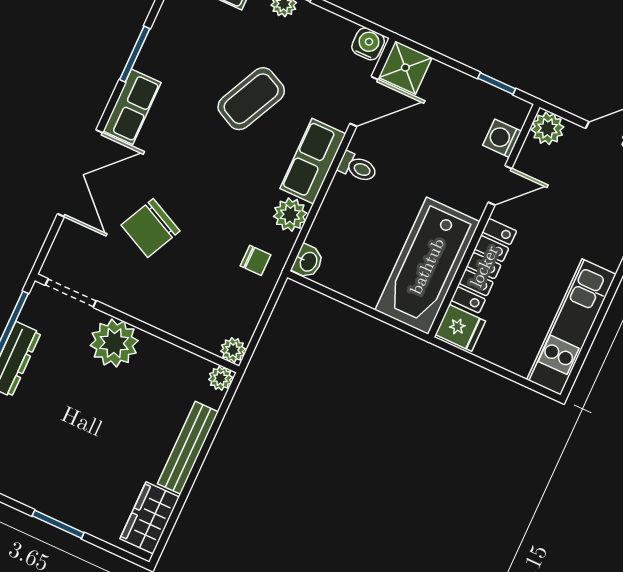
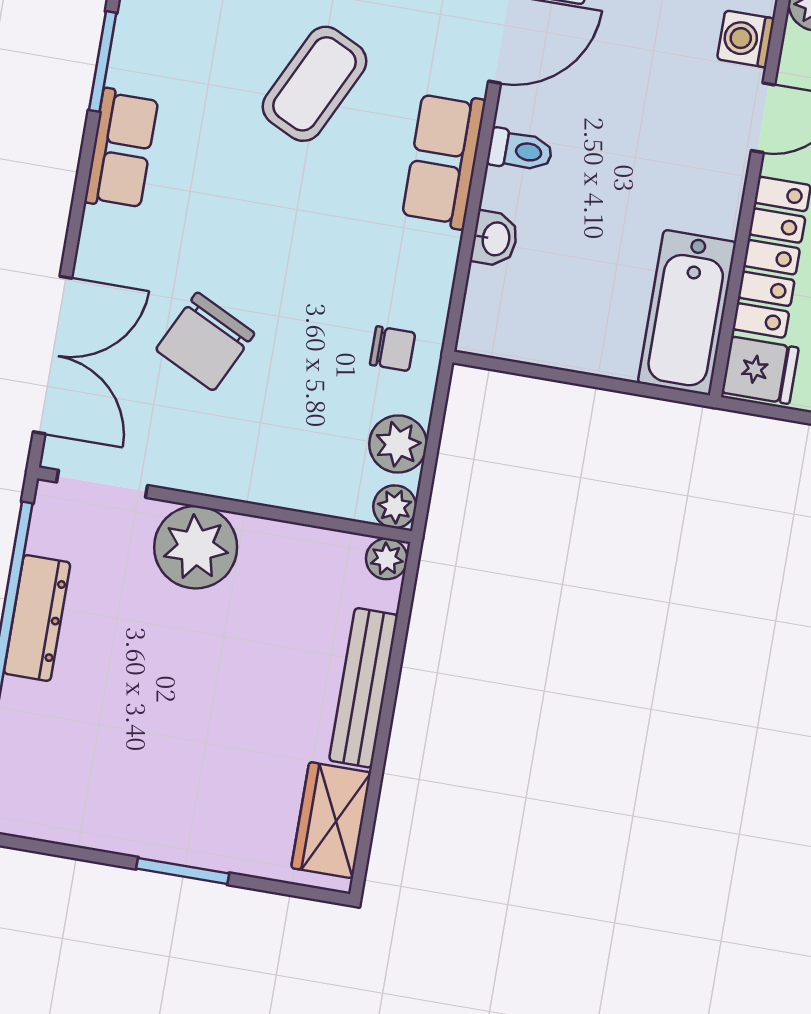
double door: (80, 173) -> (52, 355), moved
plant: (290, 215) -> (398, 444), moved
washbasin: (308, 261) -> (495, 239), moved
bathtub: (427, 266) -> (687, 312), width x0.73, depth x0.73

